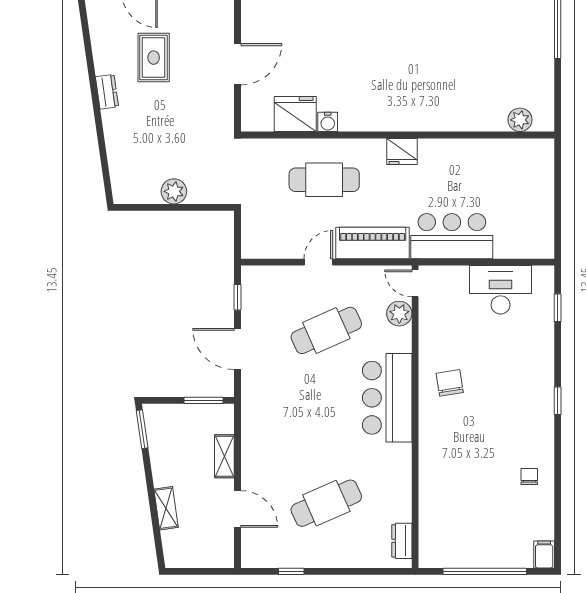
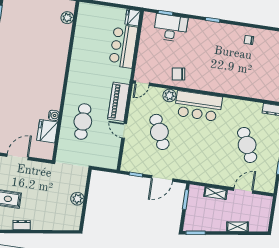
door: (237, 64) -> (18, 157), hinge flipped
fridge: (402, 151) -> (133, 17), moved, turned 180
bar counter: (452, 236) -> (123, 46), moved
desk: (501, 290) -> (171, 28), moved, turned 90
plant: (399, 314) -> (169, 96), moved
chair: (450, 383) -> (179, 74), moved

